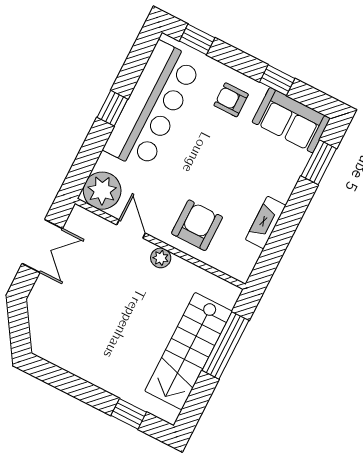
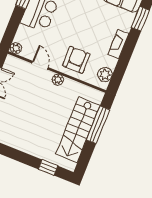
plant: (102, 191) -> (16, 48), width x0.53, depth x0.53
fireplace: (266, 222) -> (118, 44), moved
plant: (246, 256) -> (105, 75), added

